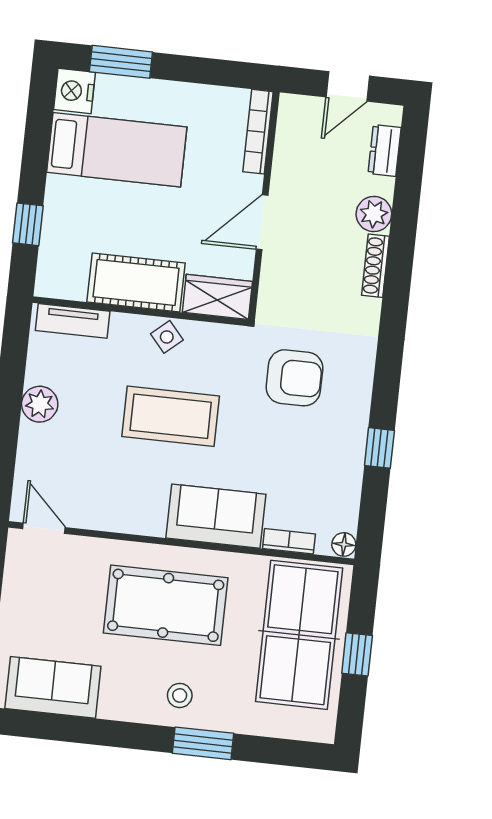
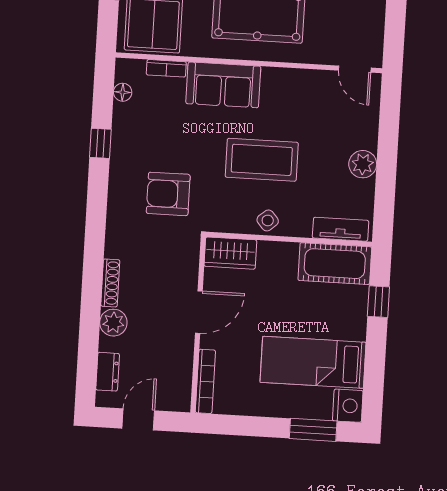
cot: (136, 282) -> (335, 264), moved
floor lamp: (344, 544) -> (123, 92), moved

